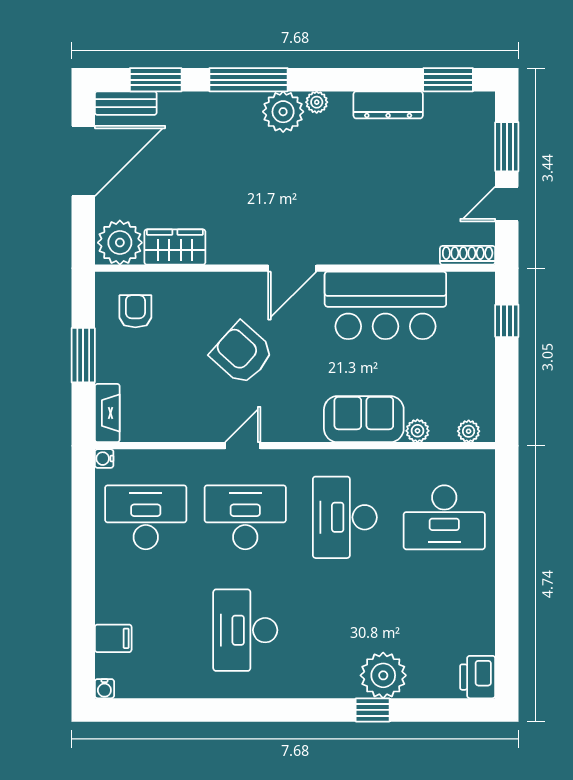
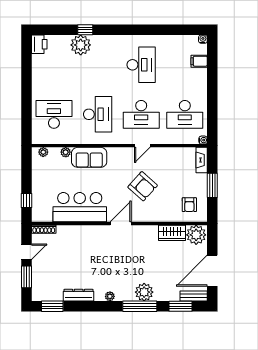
plant: (283, 112) -> (144, 292), moved

